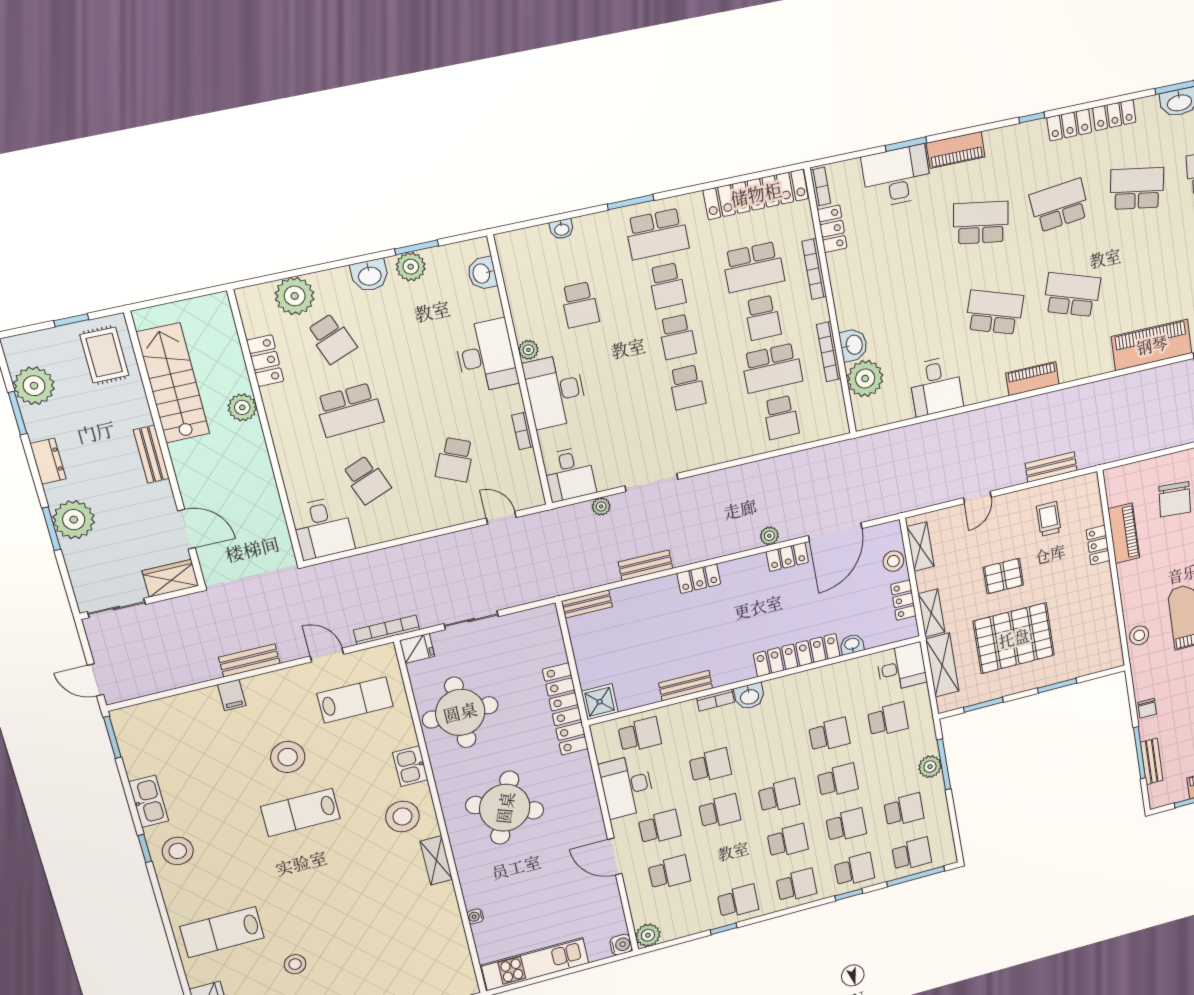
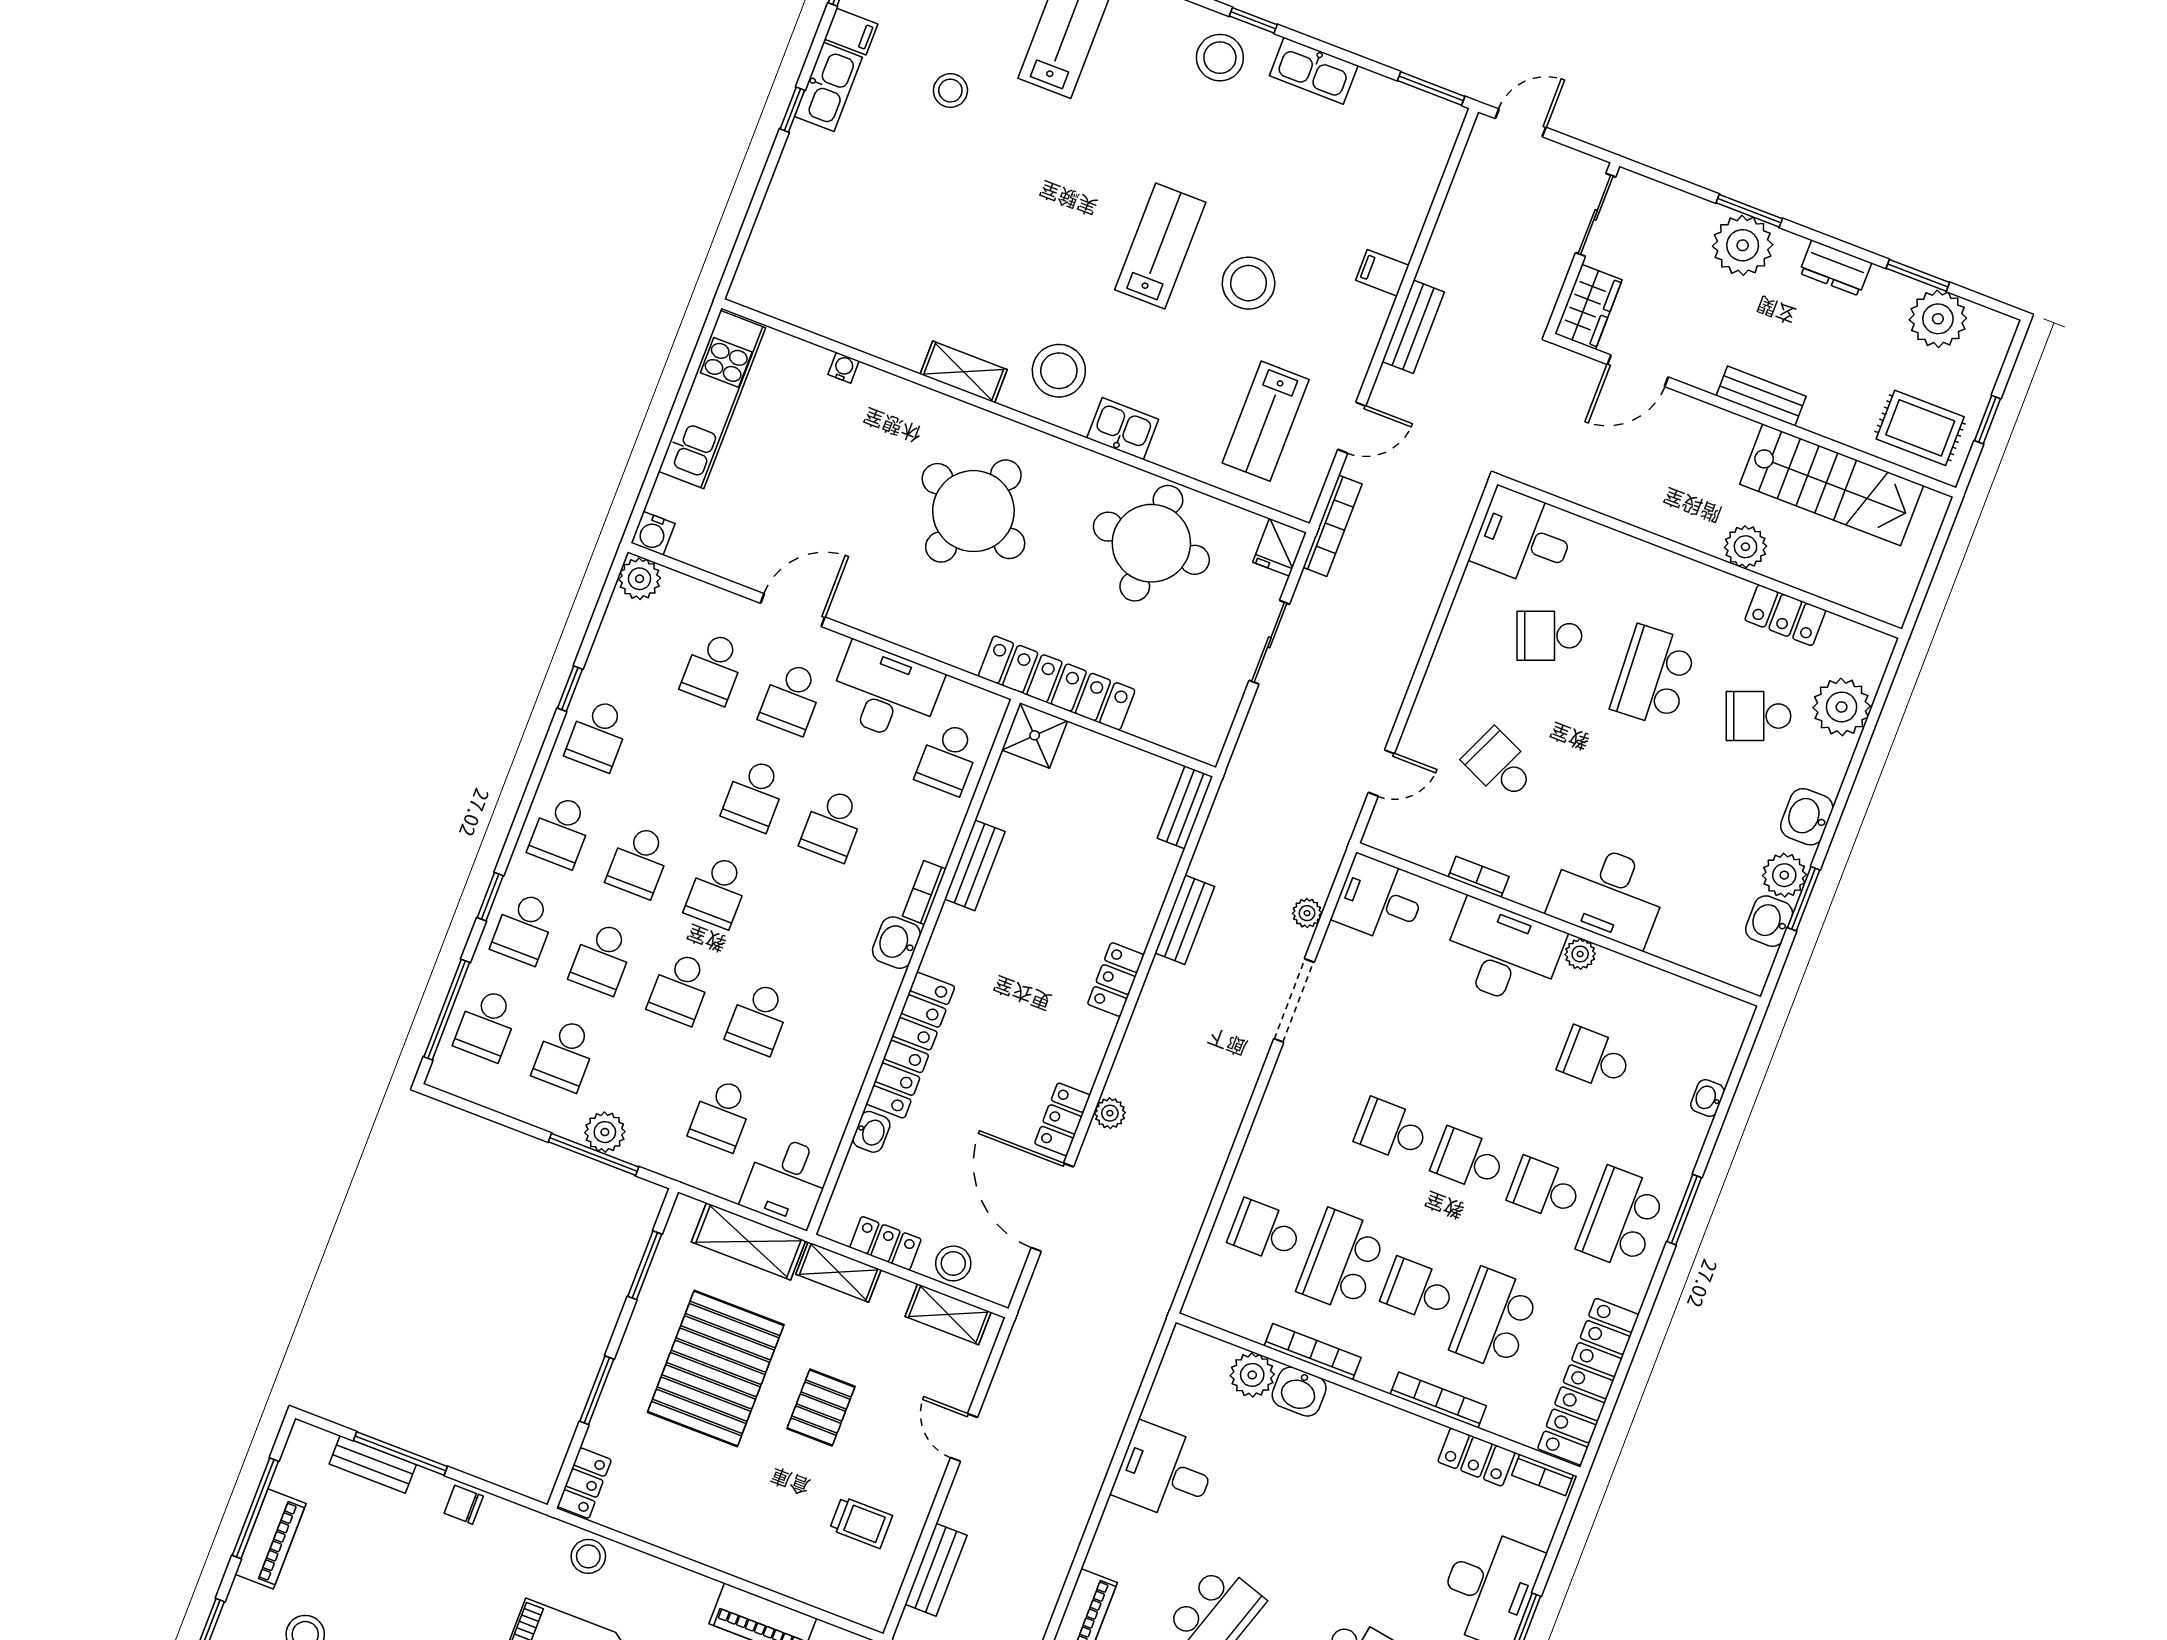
washbasin: (482, 273) -> (1769, 921), moved, turned -90
plant: (865, 379) -> (1252, 1375), width x0.73, depth x0.73
locker: (1098, 545) -> (584, 1483), moved, turned 90

